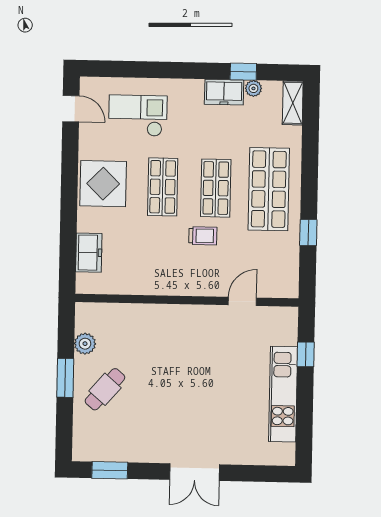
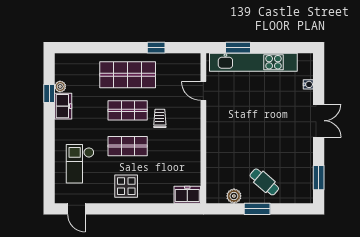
shelving: (293, 103) -> (69, 60), removed
door: (71, 109) -> (76, 209), swing flipped
display table: (103, 184) -> (126, 186), width x0.73, depth x0.73
freezer: (89, 253) -> (187, 195), moved
window: (306, 354) -> (238, 48), width x1.50
kitchen unit: (283, 394) -> (253, 62), width x1.36
water cooler: (249, 458) -> (308, 84), added

